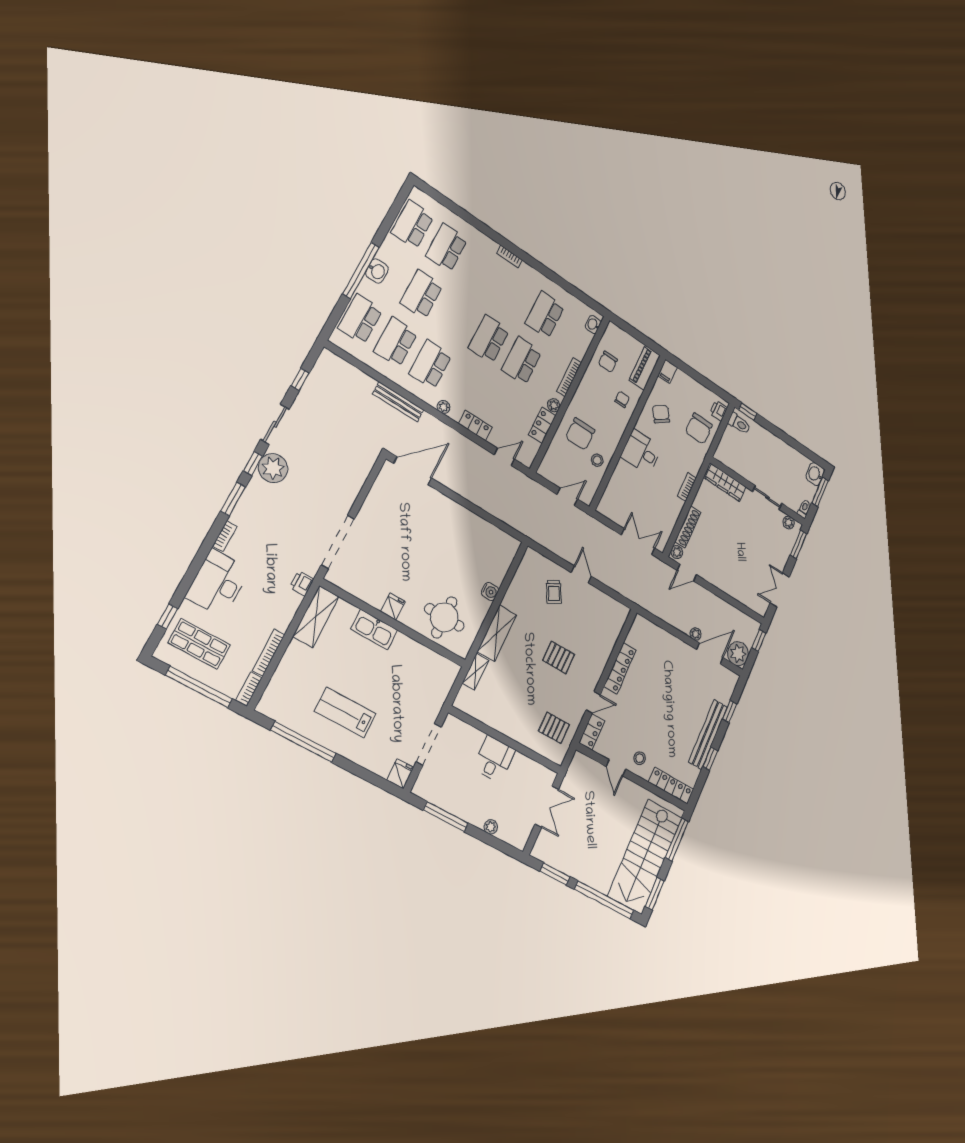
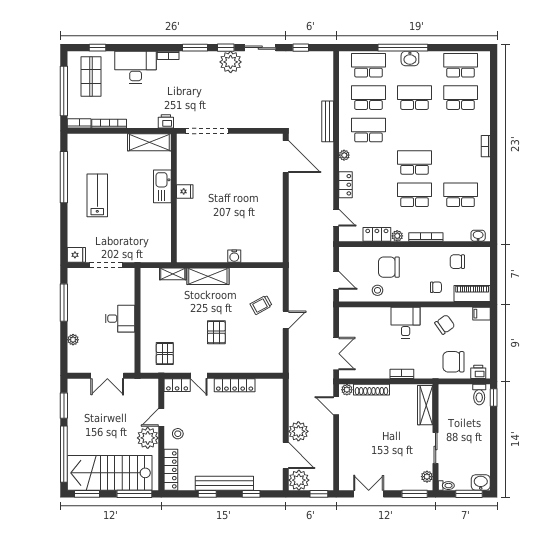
round table: (444, 617) -> (198, 232), removed
plant: (696, 634) -> (298, 431), width x1.88, depth x1.88
plant: (629, 794) -> (148, 438), added

